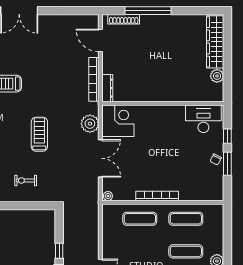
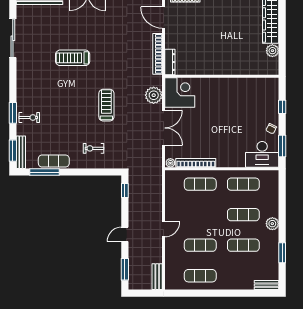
desk: (203, 119) -> (262, 154), moved, turned 180
window: (227, 164) -> (282, 146), moved
bookcase: (157, 196) -> (196, 163), moved
window: (59, 251) -> (125, 191), moved

